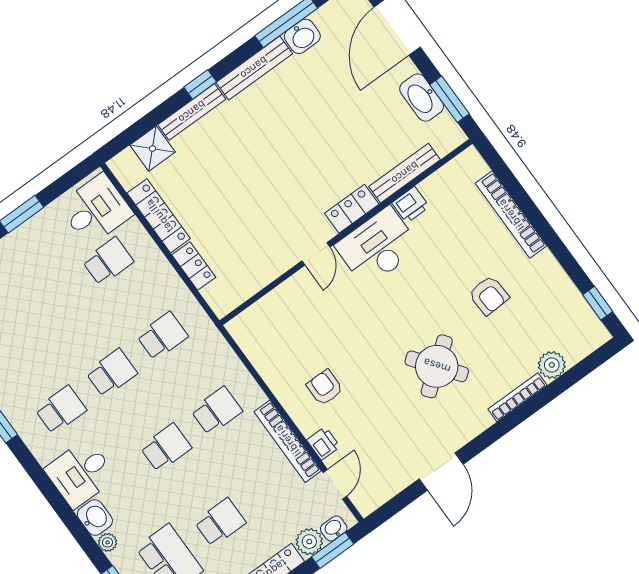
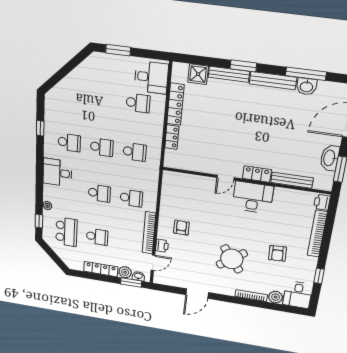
window: (200, 84) -> (243, 66), width x1.50
printer: (411, 205) -> (322, 202), moved, turned 90
window: (598, 303) -> (319, 276), moved
desk: (577, 330) -> (298, 295), added
washbasin: (95, 518) -> (50, 193), removed

